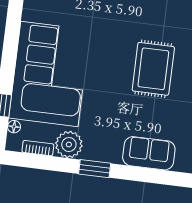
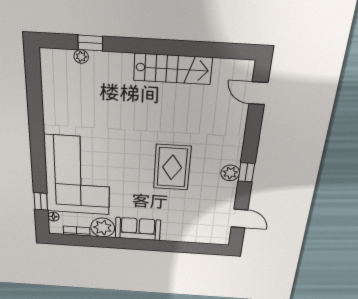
sofa: (149, 153) -> (138, 229), moved
window: (95, 169) -> (127, 244), removed

